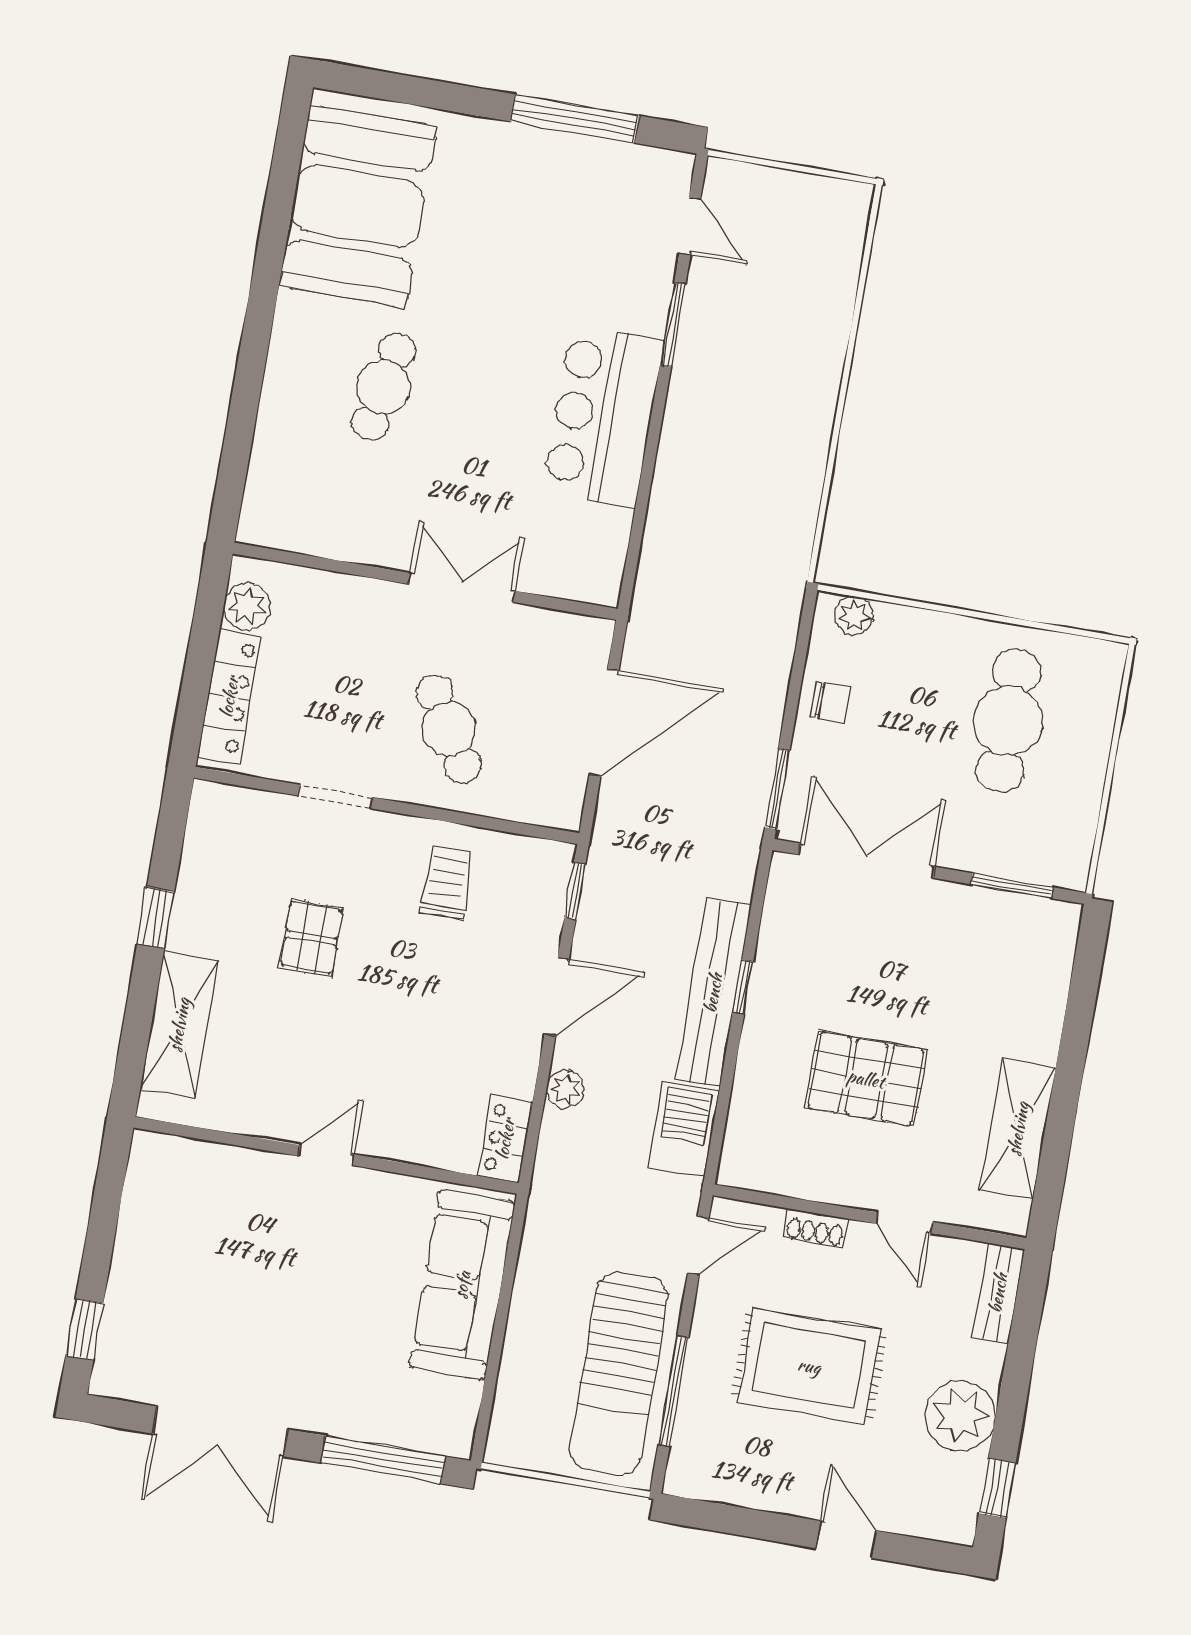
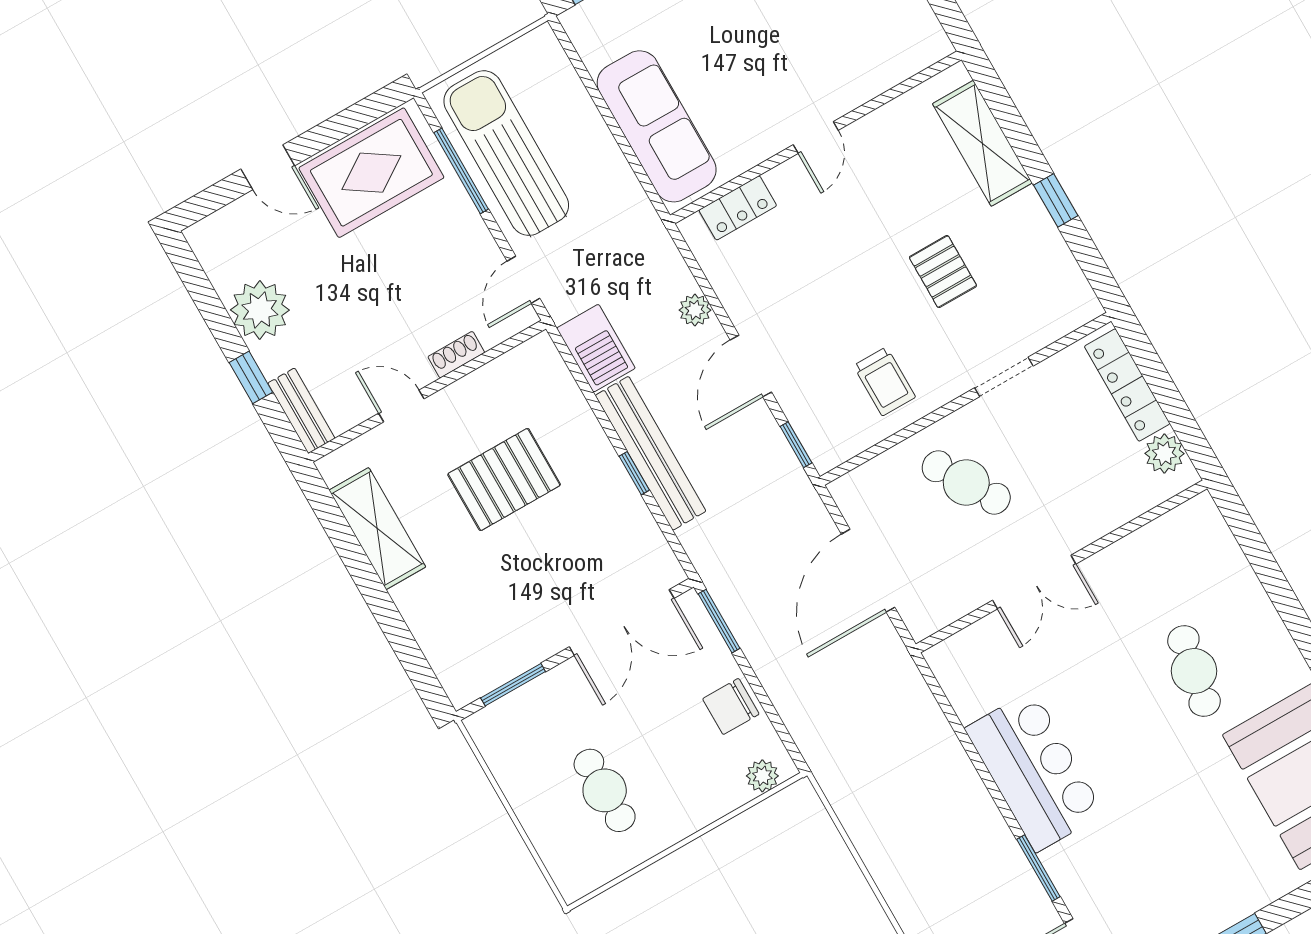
chair: (831, 702) -> (731, 706), width x1.37, depth x1.37
cafe table: (1008, 721) -> (605, 790), width x0.73, depth x0.74
locker: (505, 1139) -> (738, 208), moved, turned 90
rug: (809, 1366) -> (371, 173), moved
window: (997, 1488) -> (251, 377), moved

